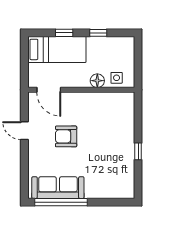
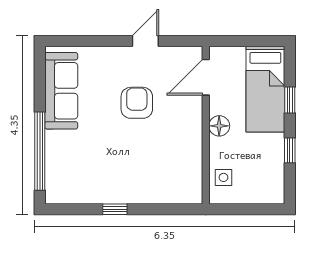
floor lamp: (97, 81) -> (219, 126), moved
window: (61, 202) -> (40, 151), moved

